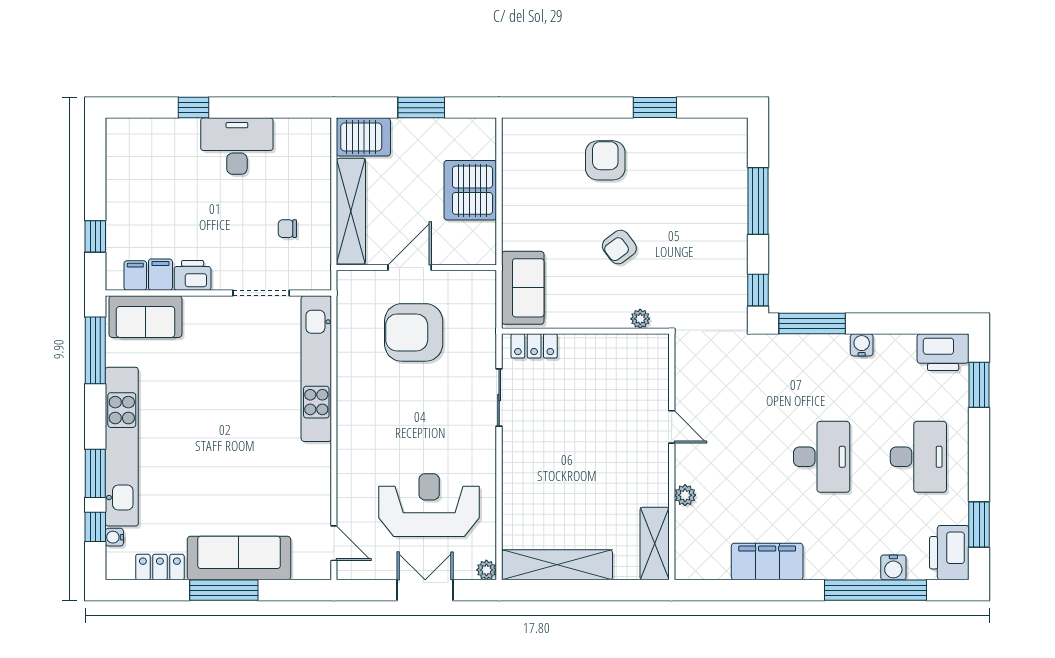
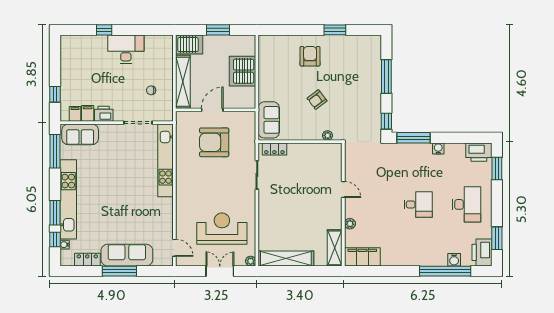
desk: (822, 457) -> (418, 204), width x0.73
filing cabinet: (767, 561) -> (362, 257), moved

